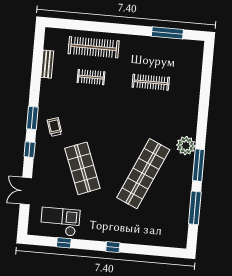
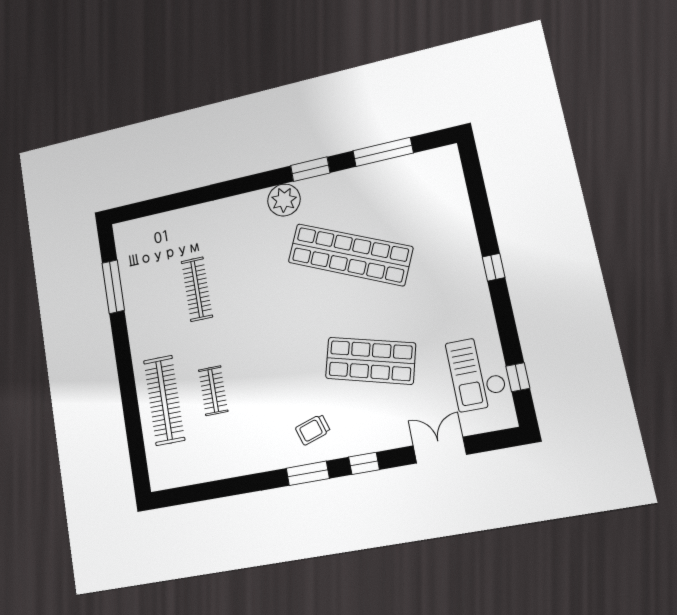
bench: (47, 64) -> (211, 472), removed
window: (199, 165) -> (310, 169), width x0.69
shop shelf: (82, 168) -> (370, 361), turned 36
double door: (26, 191) -> (440, 450), swing flipped
window: (64, 243) -> (518, 377), moved

